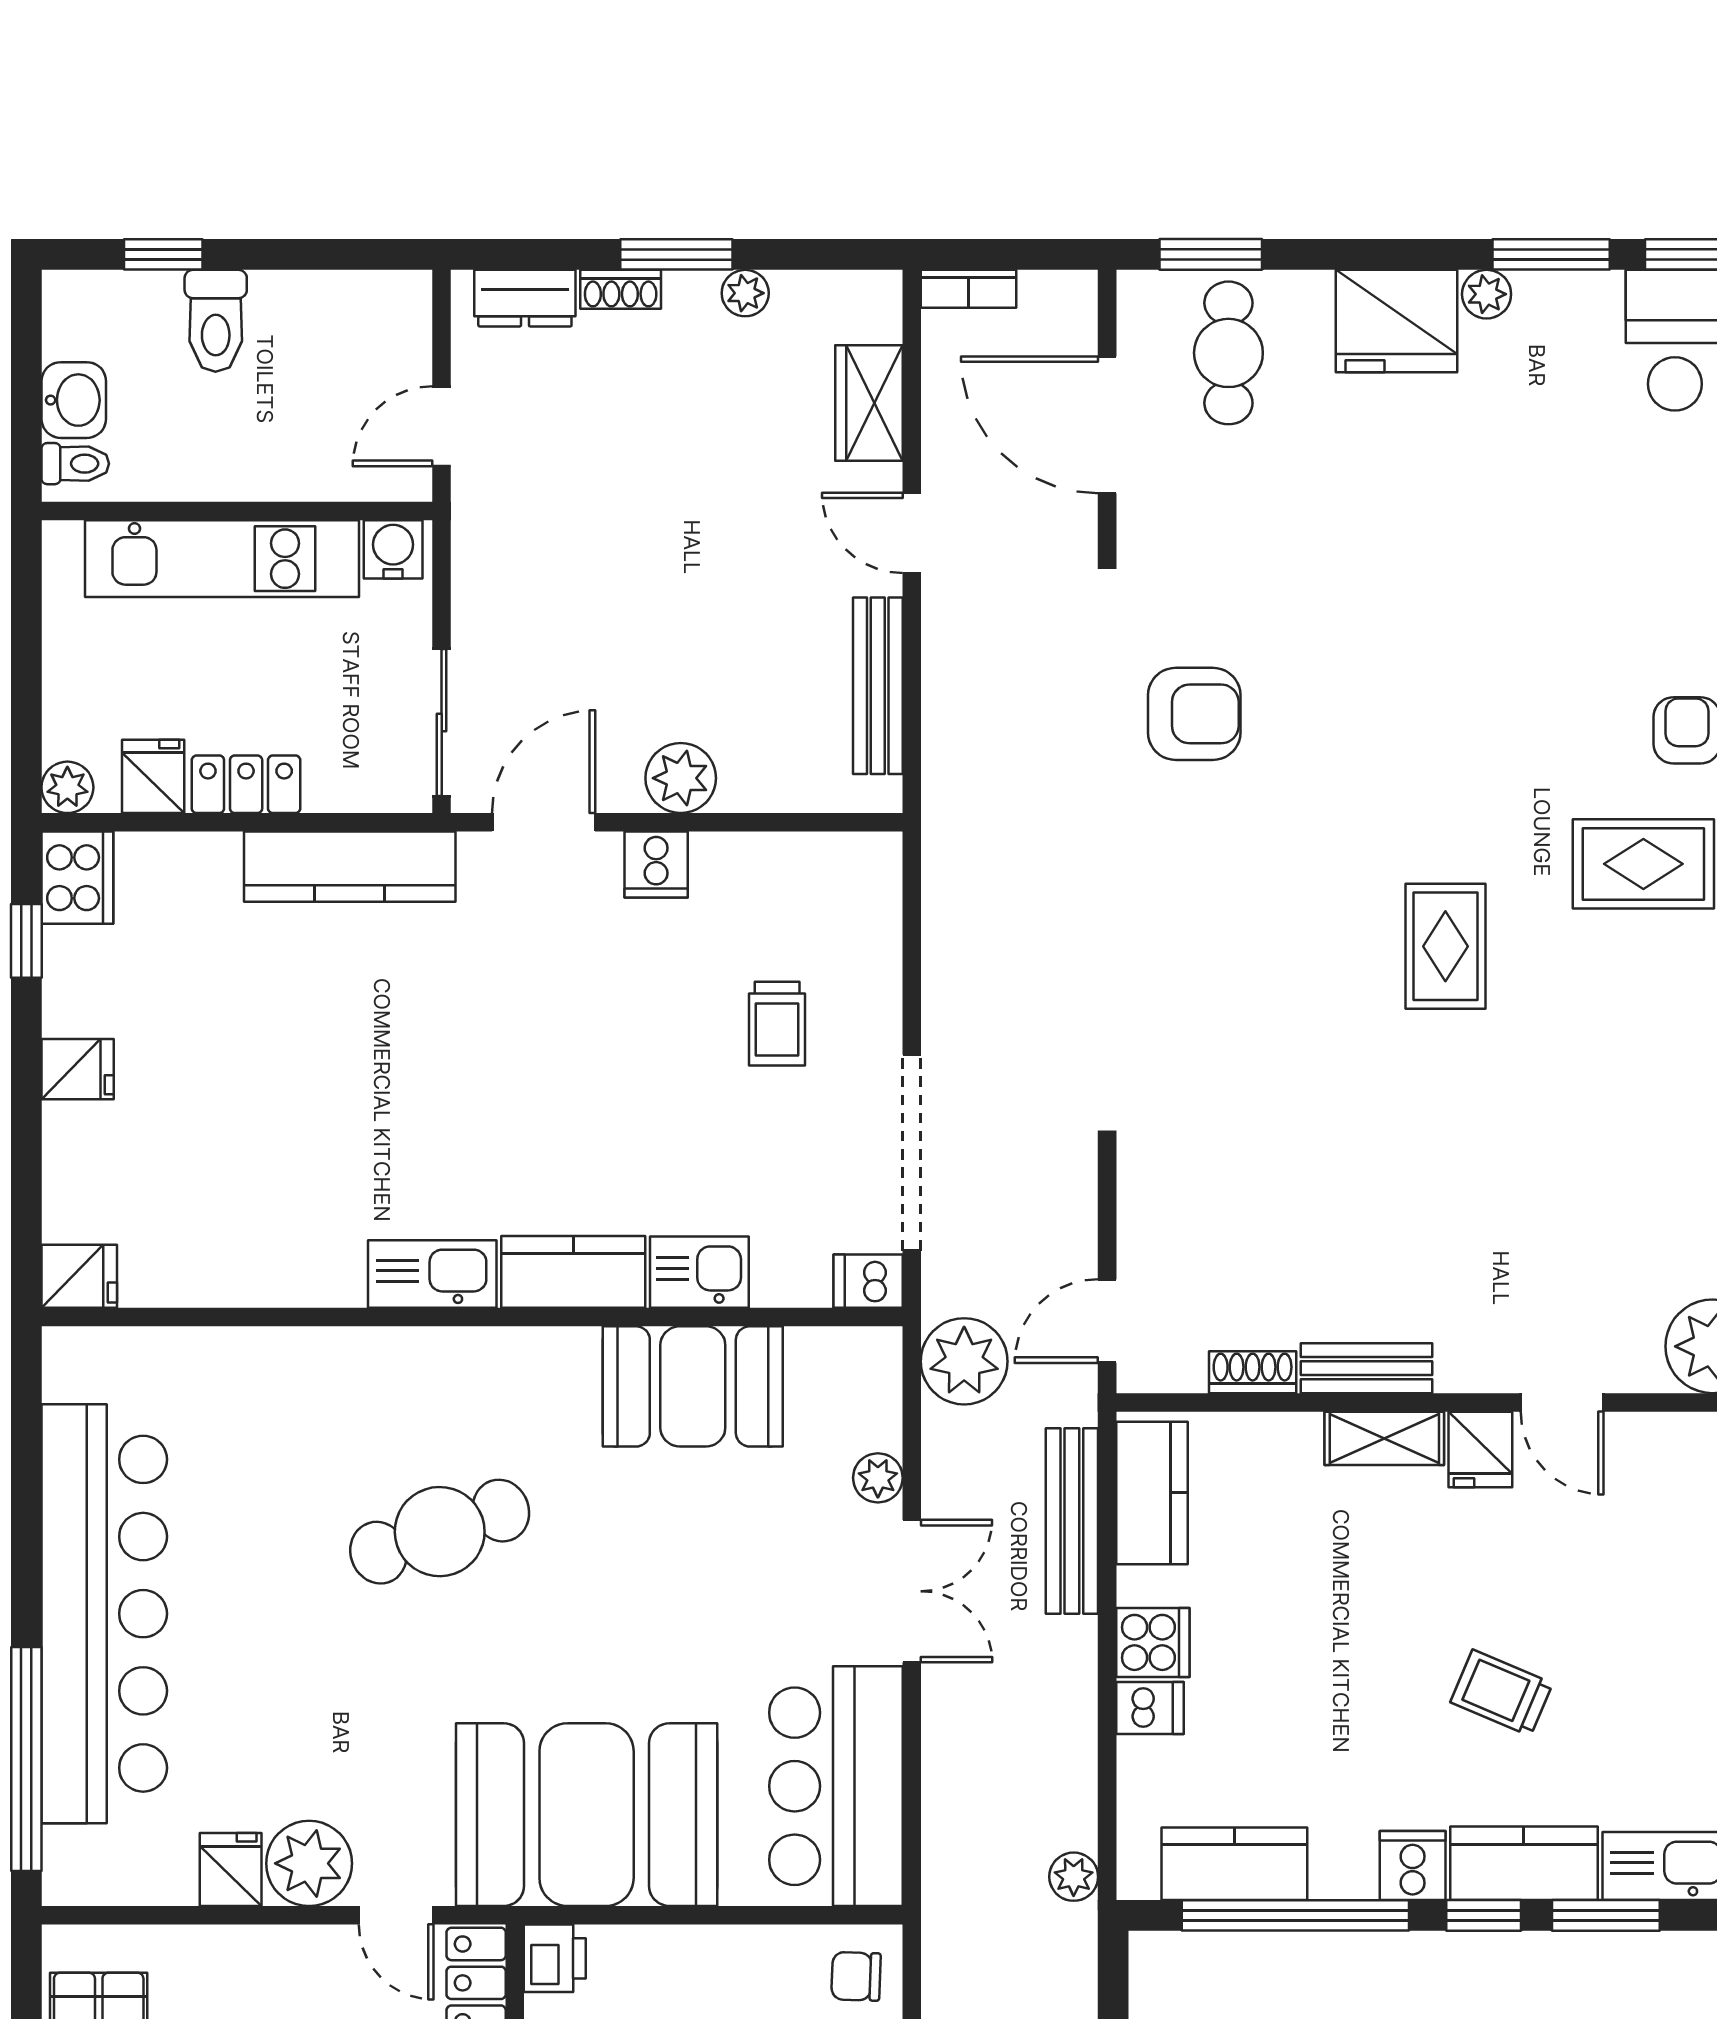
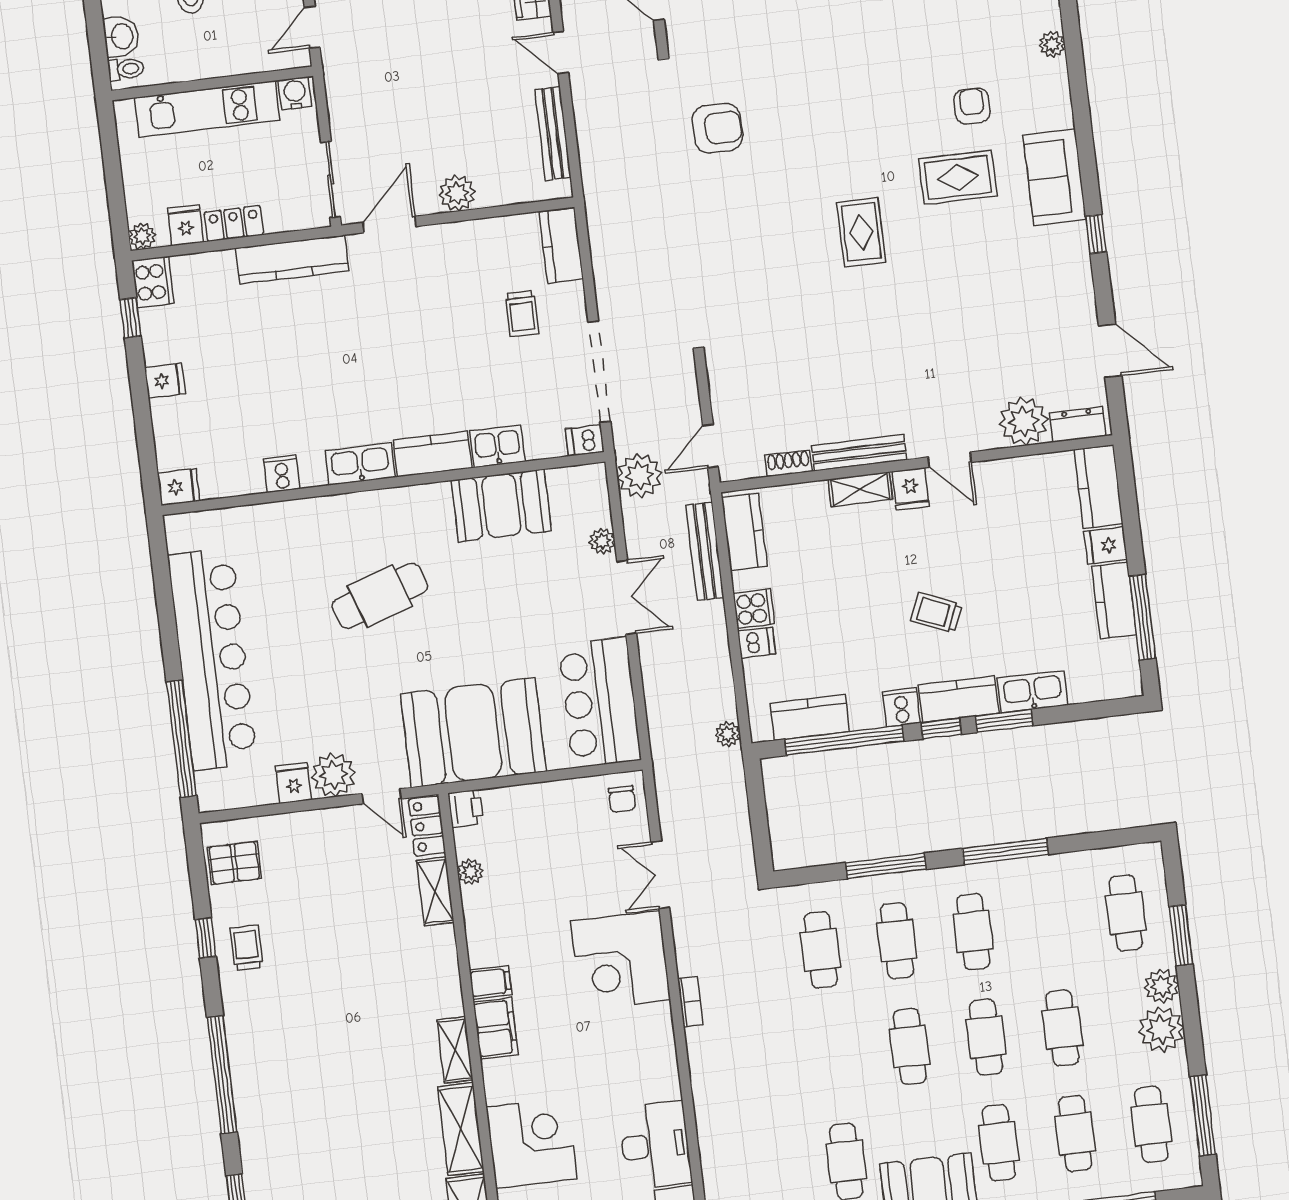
cooker: (656, 865) -> (282, 474), moved, turned 180
kitchen counter: (868, 902) -> (561, 245), added
bench: (1367, 1368) -> (859, 453), width x1.36
chair: (856, 1976) -> (622, 799), turned -92

